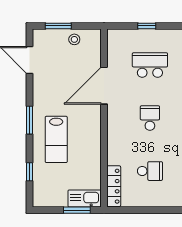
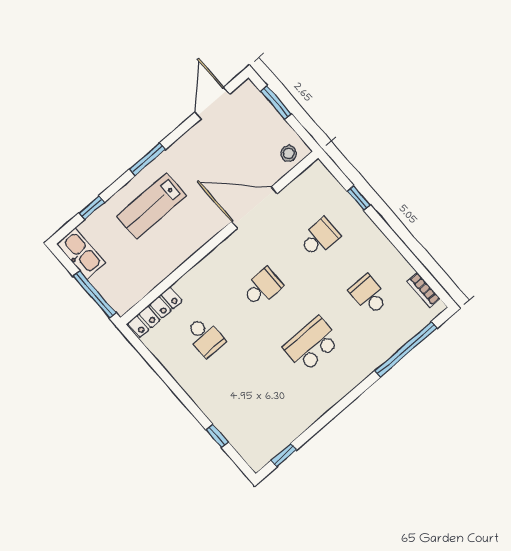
stool: (74, 39) -> (289, 153), moved
school desk: (150, 65) -> (319, 238), width x0.54
kitchen sink: (85, 198) -> (81, 254), moved
window: (77, 210) -> (95, 295), width x1.44

